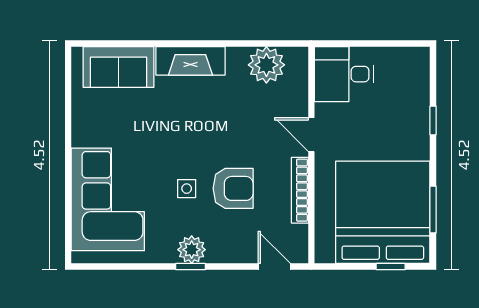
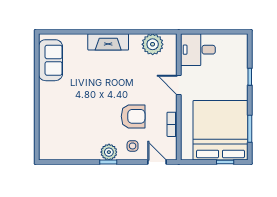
sofa: (118, 67) -> (50, 60), moved, turned -90
side table: (187, 189) -> (133, 146), moved
bookcase: (300, 190) -> (172, 124), width x0.64
corner sofa: (108, 199) -> (60, 123), removed

